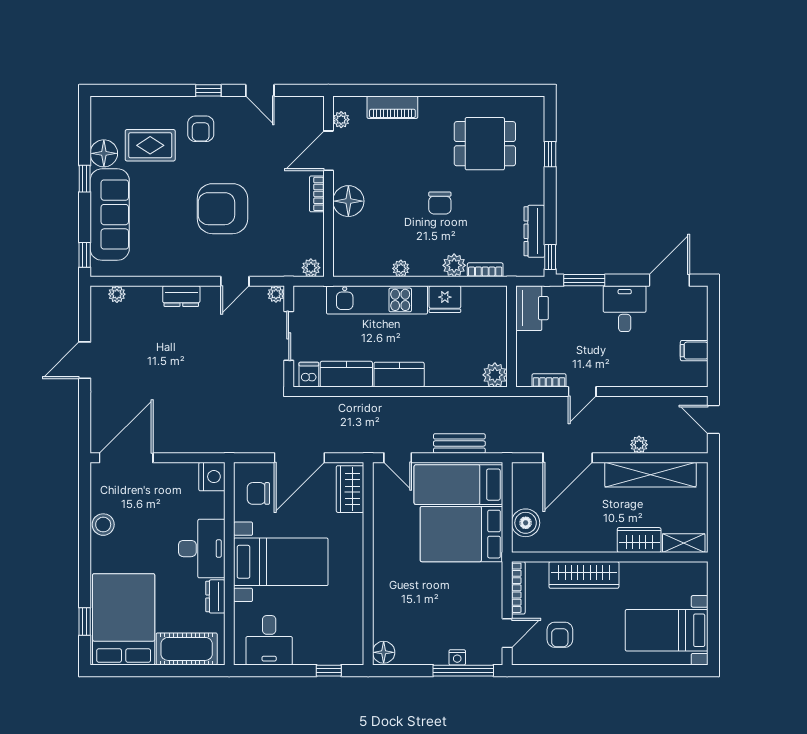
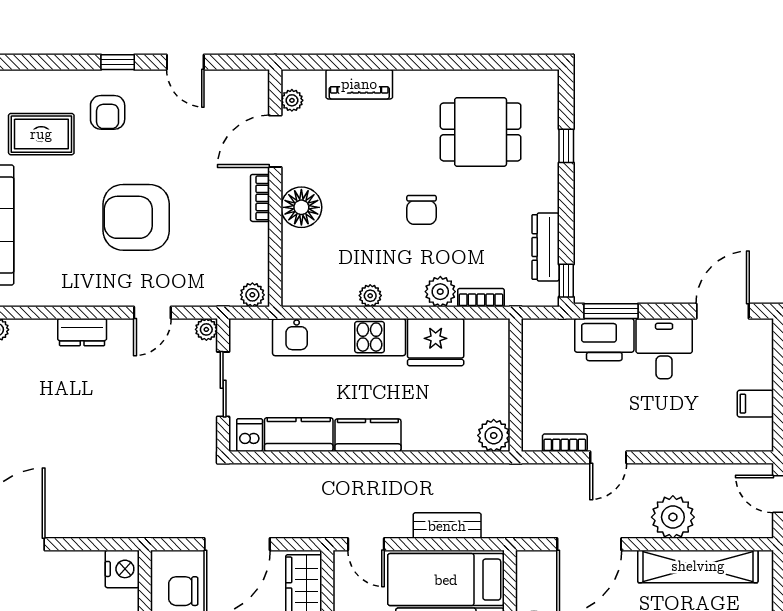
fridge: (445, 299) -> (436, 342), width x1.36, depth x1.34
printer: (532, 308) -> (604, 340), moved, turned 90
plant: (639, 445) -> (673, 517), width x1.88, depth x1.88

